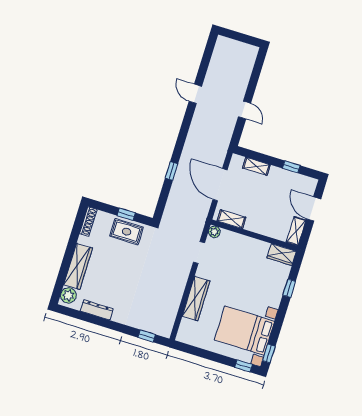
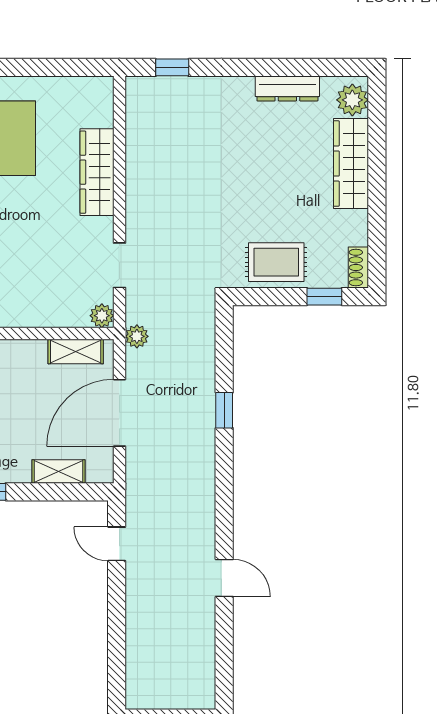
door: (245, 110) -> (117, 544), moved
door: (220, 185) -> (119, 413), swing flipped
window: (126, 214) -> (324, 297), moved
plant: (201, 217) -> (137, 336), added
shoe rack: (88, 222) -> (358, 267), width x0.70

